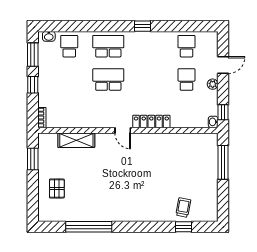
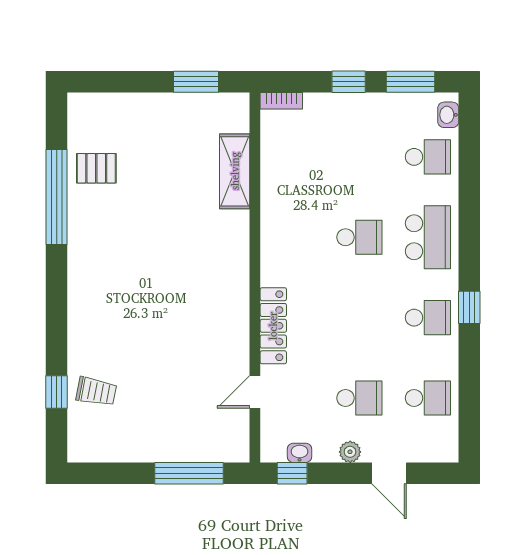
school desk: (147, 46) -> (428, 318), added
school desk: (108, 80) -> (359, 237), width x0.54
washbasin: (213, 122) -> (300, 453), moved
door: (123, 130) -> (255, 392), moved
pallet: (57, 189) -> (96, 168), moved

